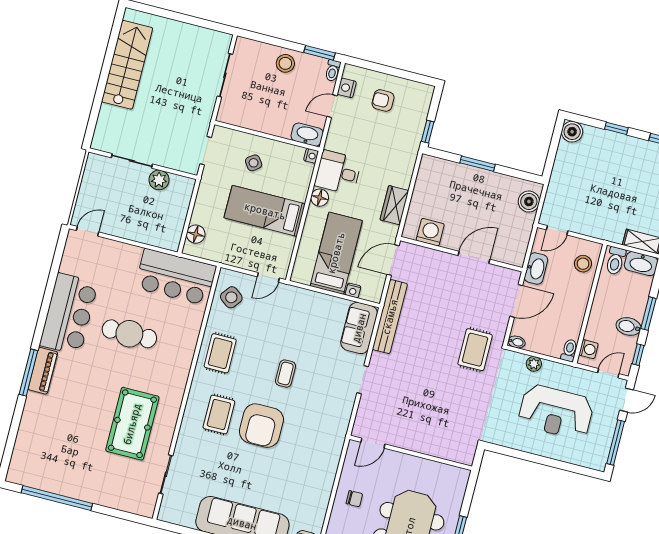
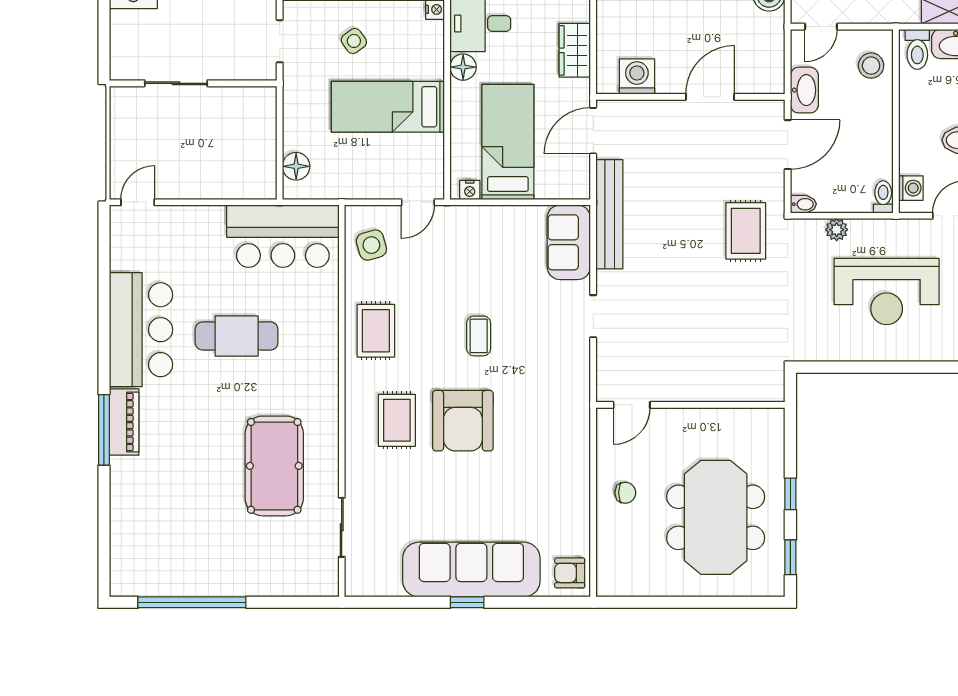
plant: (159, 180) -> (223, 101), removed
nightstand: (353, 290) -> (470, 190), moved
side table: (231, 297) -> (371, 245), turned 36

